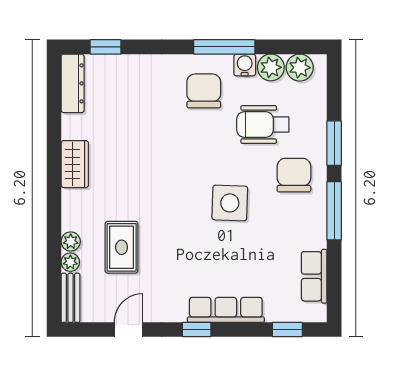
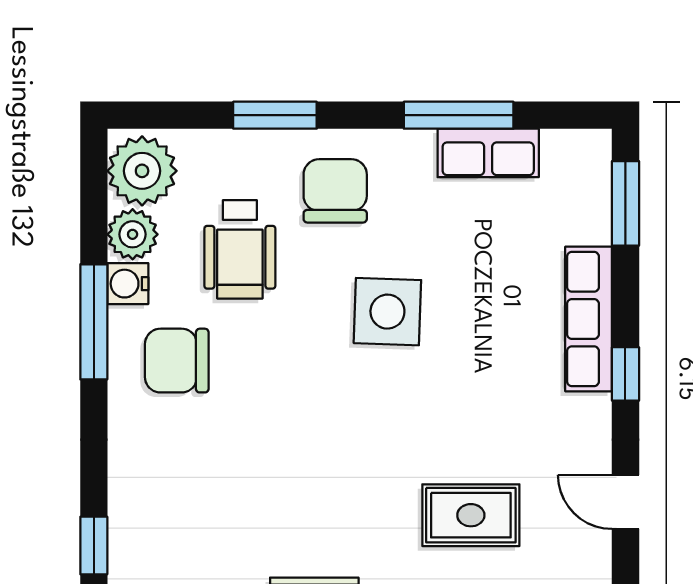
plant: (300, 68) -> (142, 171), width x1.36, depth x1.36
chair: (294, 175) -> (335, 191), turned 90
window: (334, 211) -> (459, 115), moved
row of seats: (314, 276) -> (488, 153), moved
window: (287, 329) -> (625, 203), width x1.50

